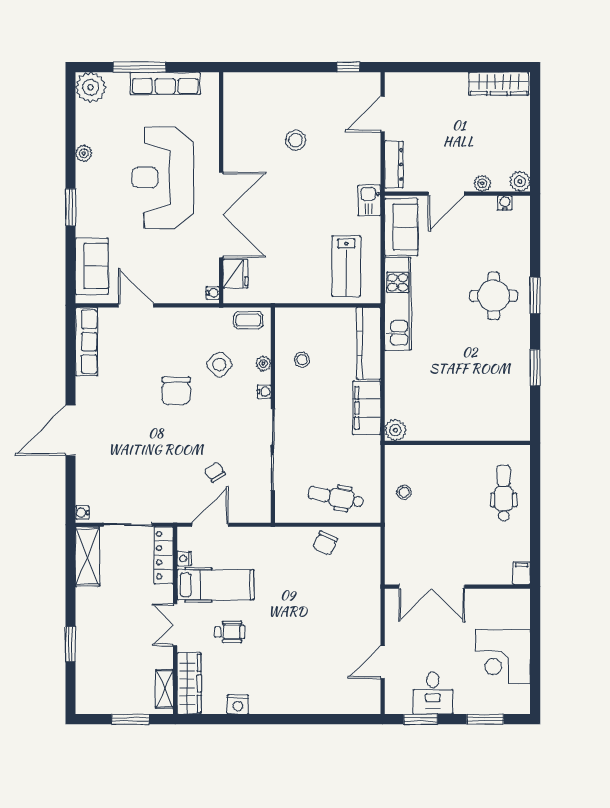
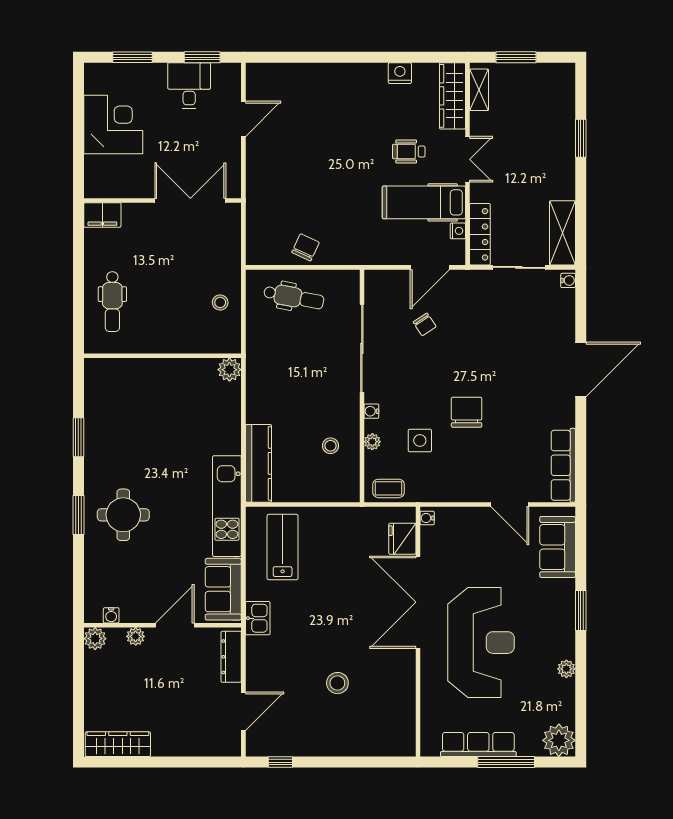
side table: (219, 365) -> (420, 441), turned 45
filing cabinet: (367, 408) -> (261, 394), removed
filing cabinet: (522, 573) -> (102, 215), width x2.00

